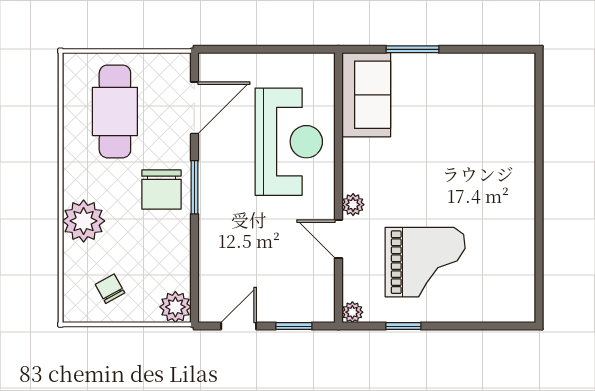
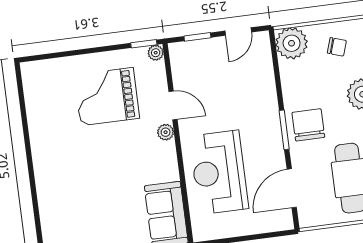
chair: (110, 289) -> (337, 47), turned -43
plant: (175, 307) -> (292, 43), width x1.36, depth x1.36
window: (403, 326) -> (144, 44), moved

